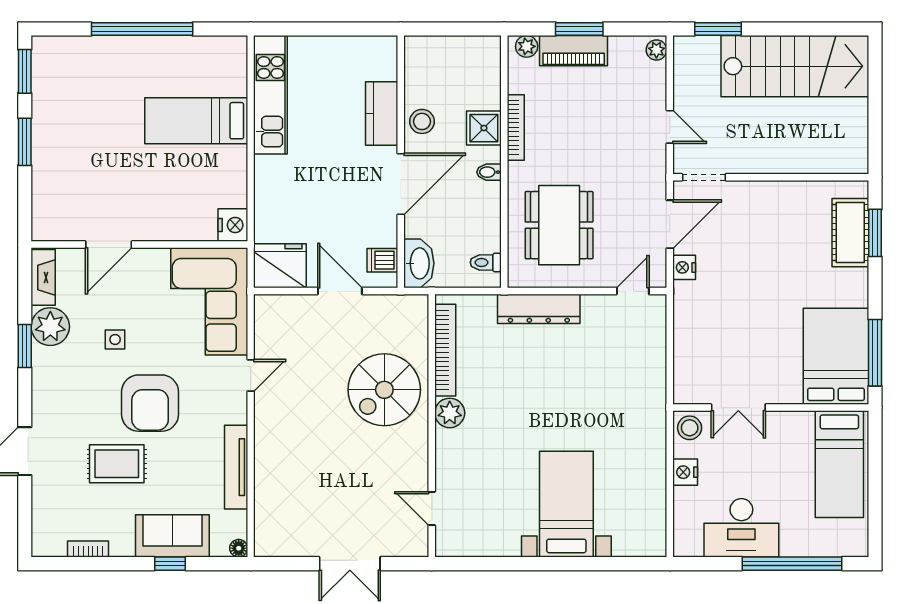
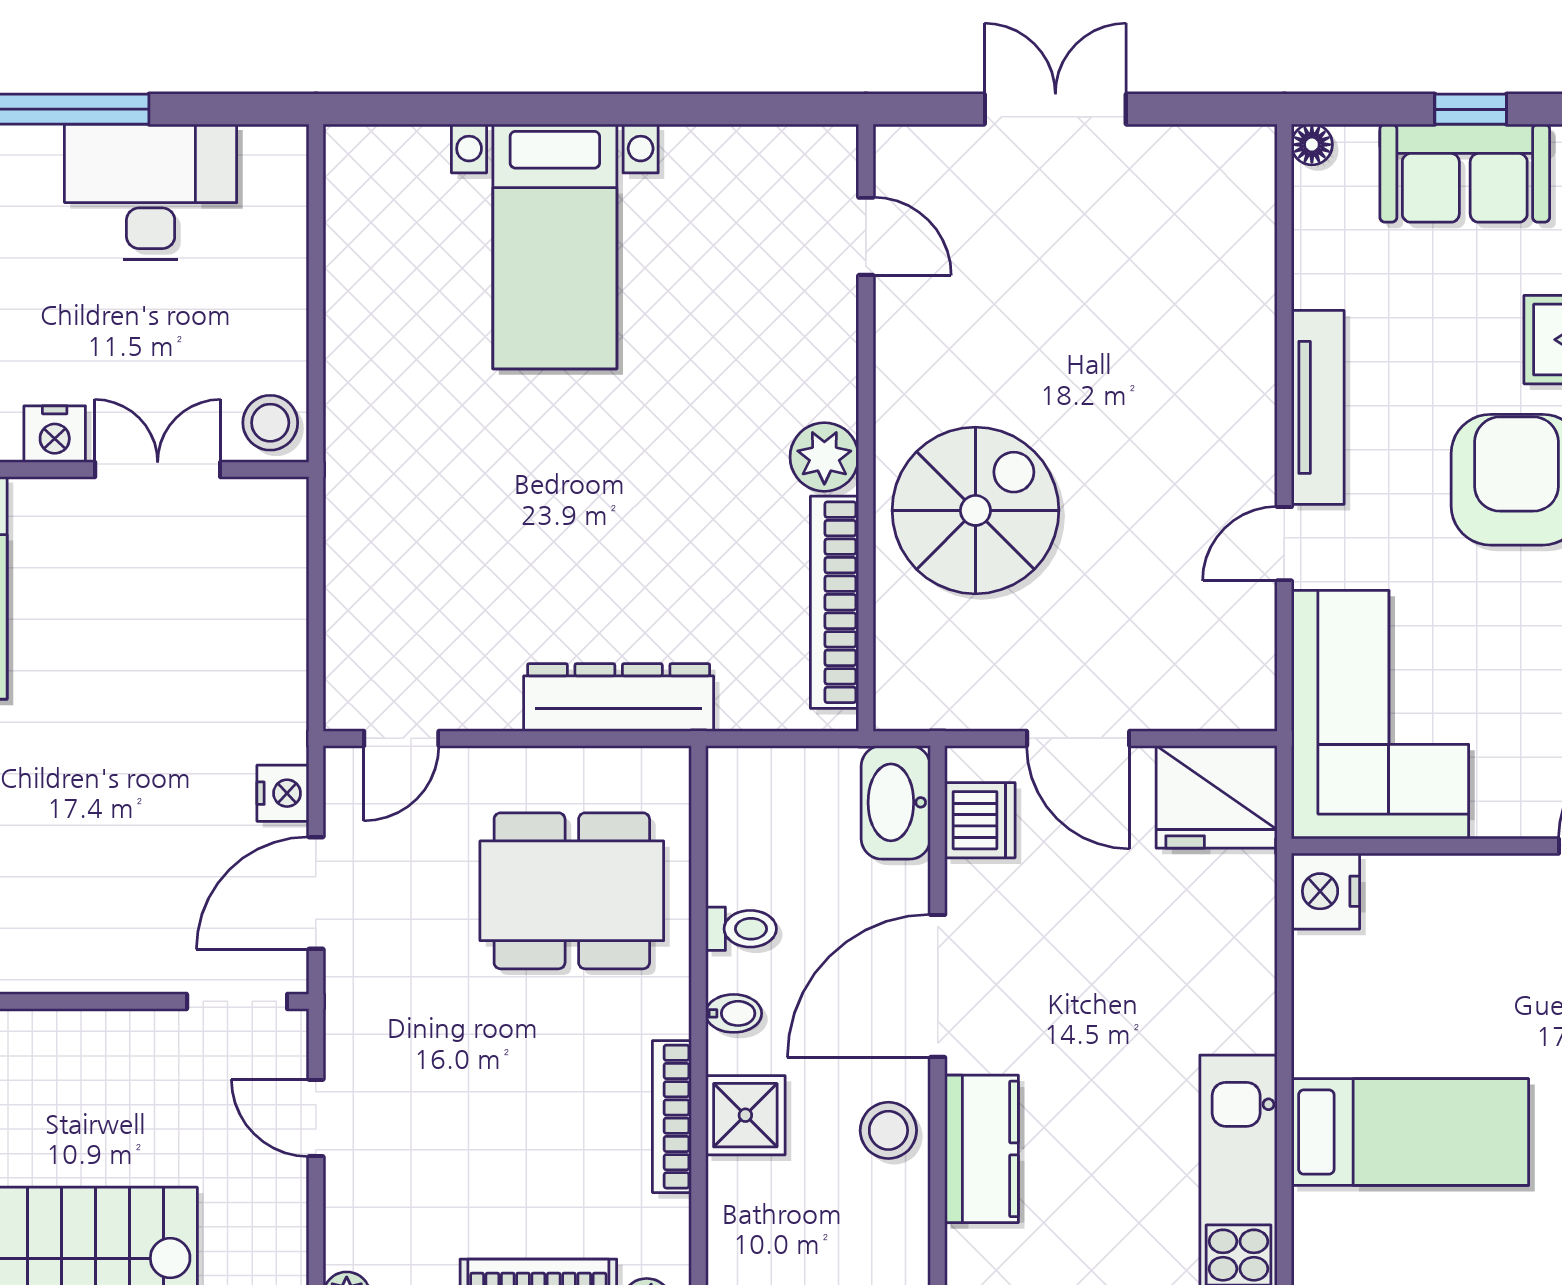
dining table: (559, 225) -> (572, 891), turned 90
dishwasher: (382, 260) -> (980, 820), width x1.38
toilet: (486, 262) -> (741, 929), moved
tv unit: (236, 467) -> (1318, 407), moved
nightstand: (685, 472) -> (55, 434), moved, turned 90

